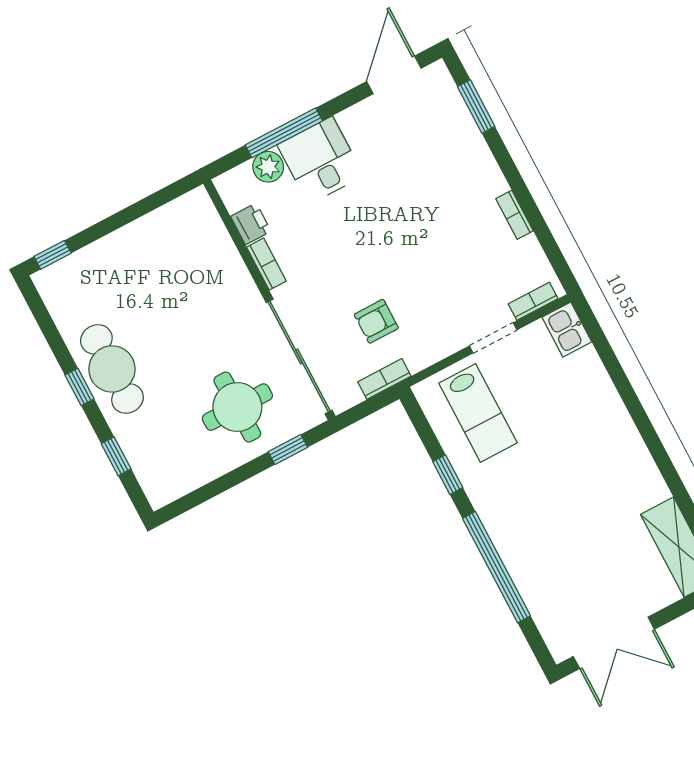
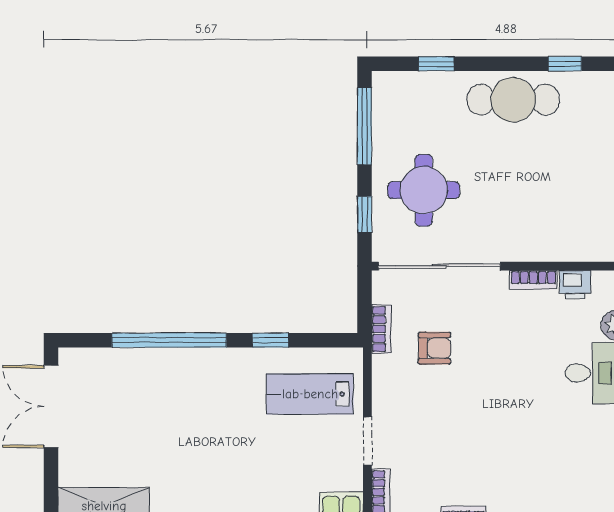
armchair: (376, 321) -> (434, 348), turned 90
window: (80, 387) -> (565, 64), moved
window: (208, 492) -> (365, 126), added

